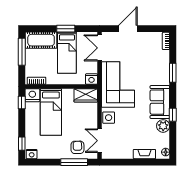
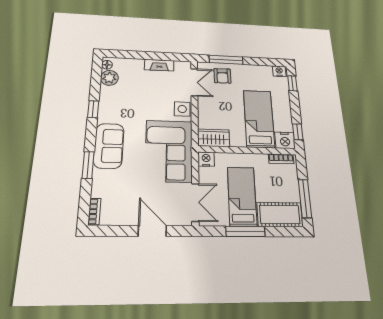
window: (66, 29) -> (245, 231), width x1.44
door: (128, 29) -> (152, 231), swing flipped
sofa: (160, 102) -> (109, 146), moved
plant: (163, 126) -> (109, 78), moved
fireplace: (144, 154) -> (159, 65), moved

